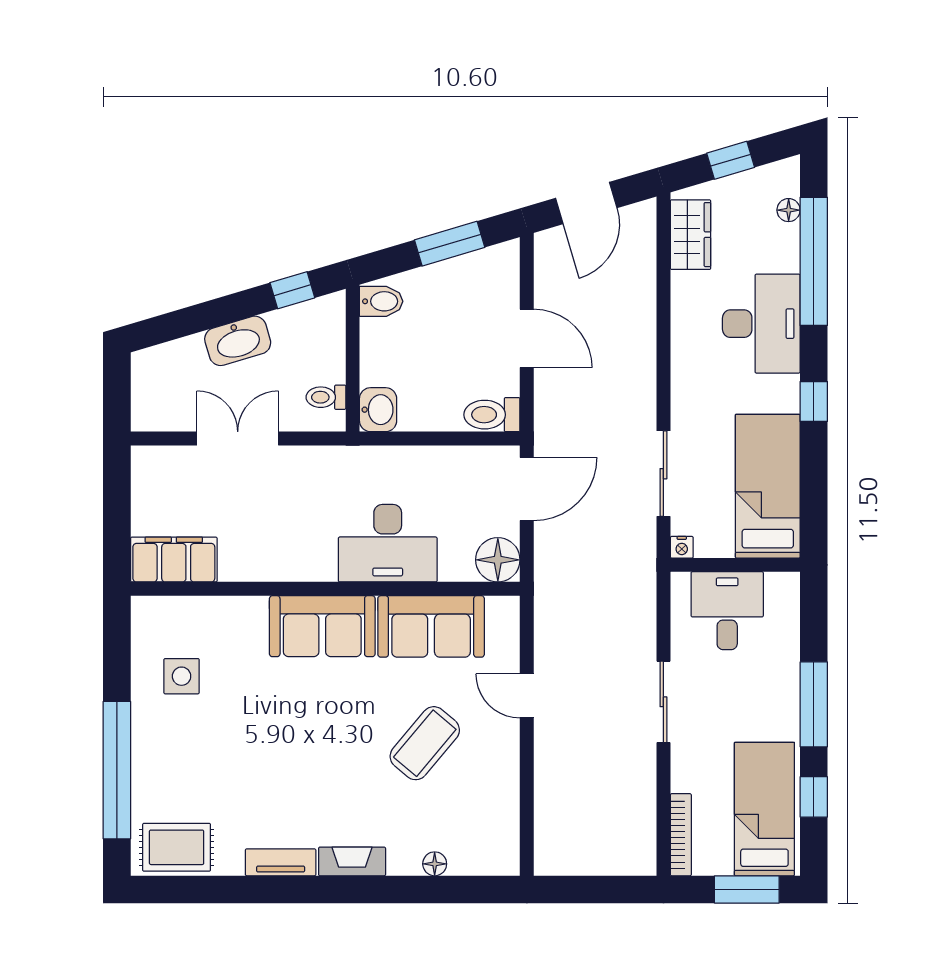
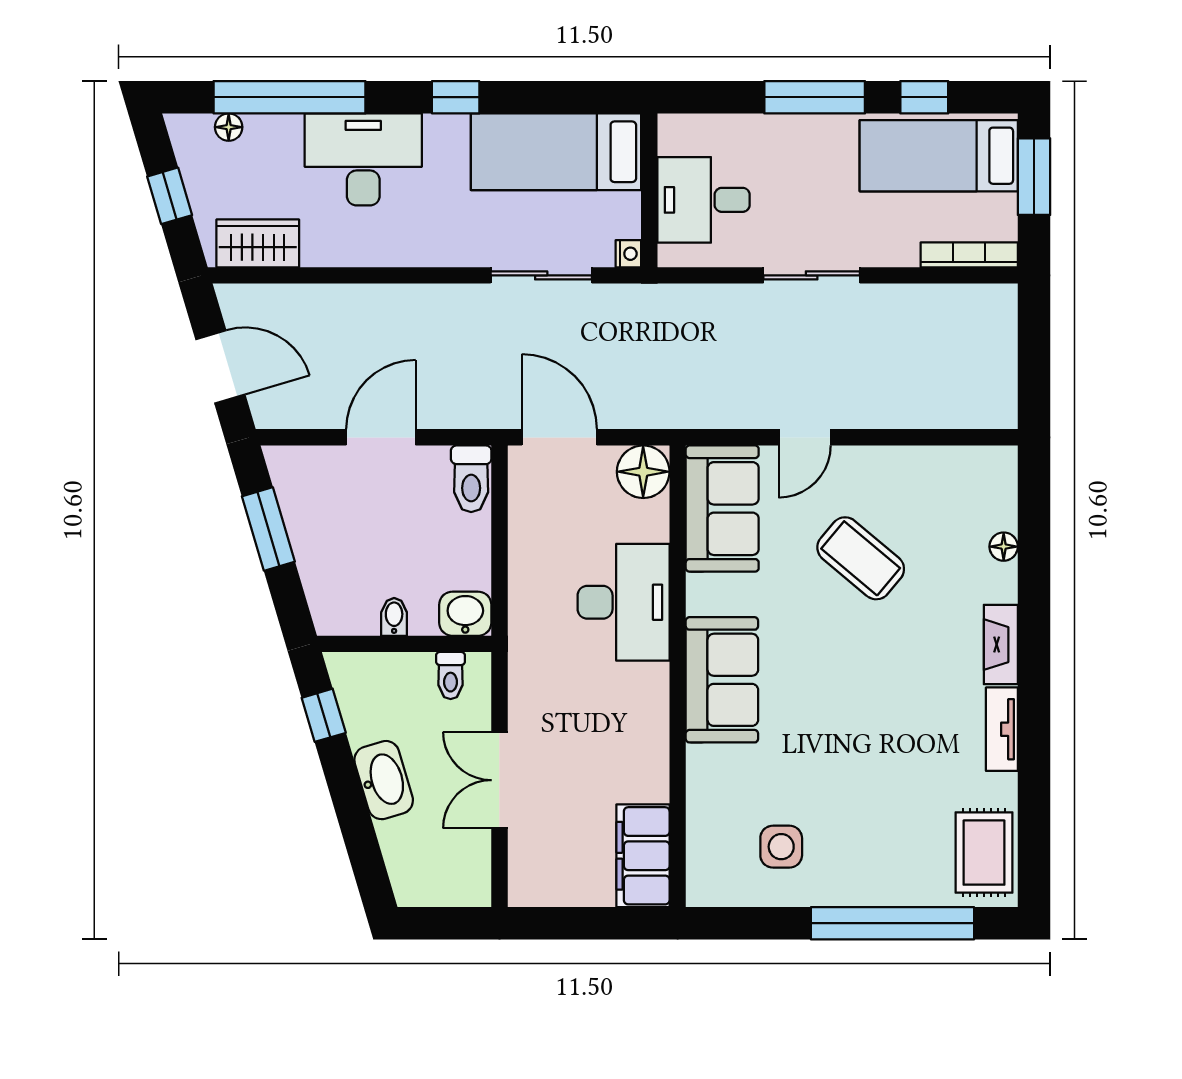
bidet: (381, 301) -> (394, 617), moved, width x0.72, depth x0.74
sofa: (431, 626) -> (722, 509), moved

